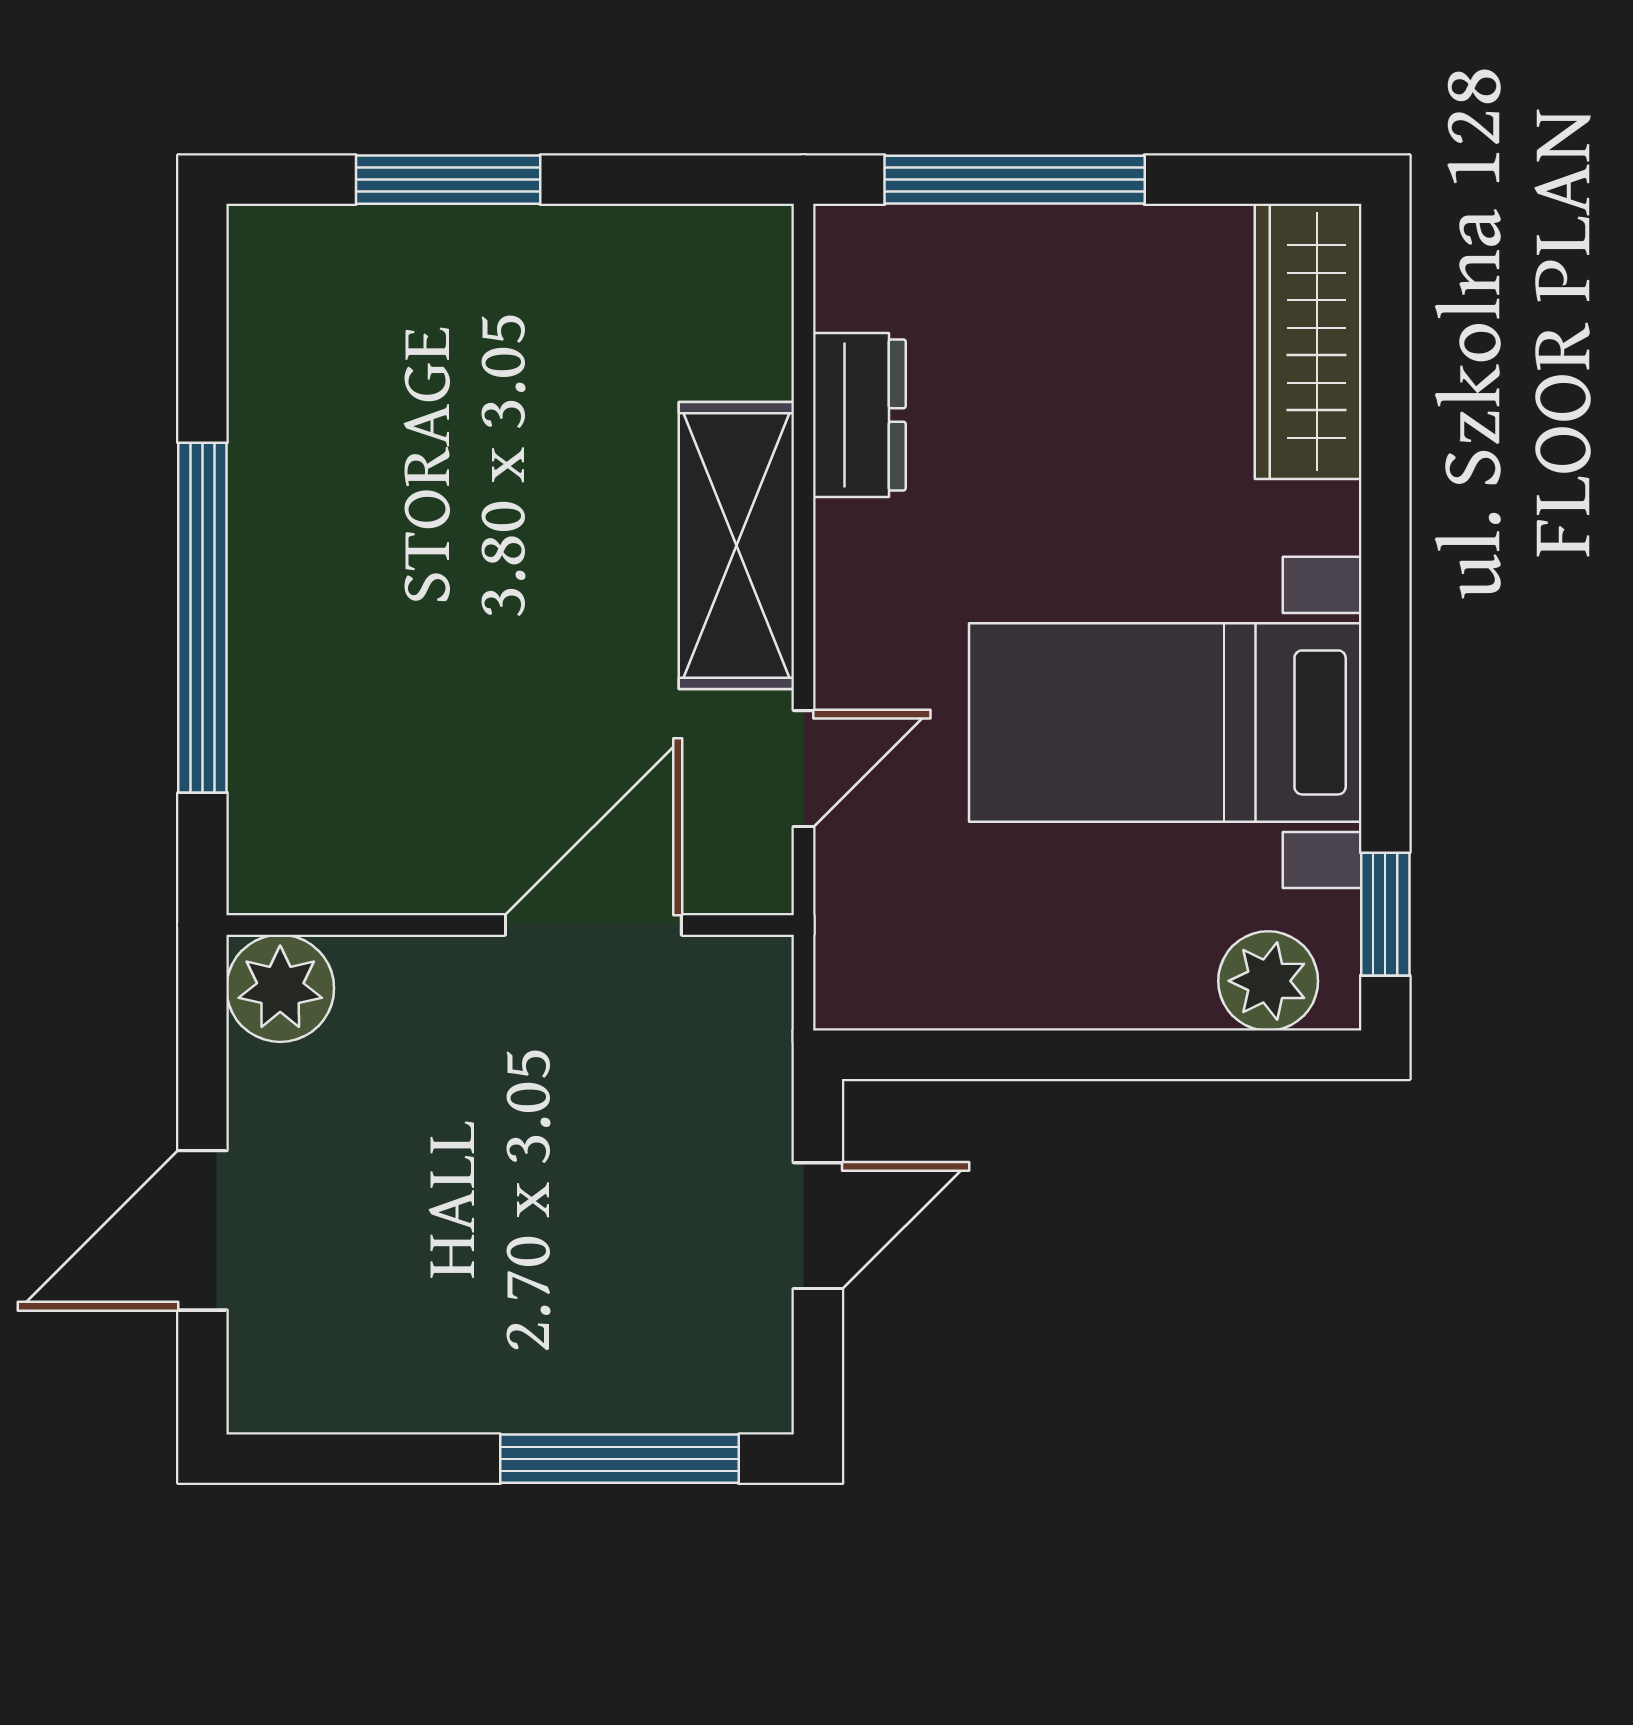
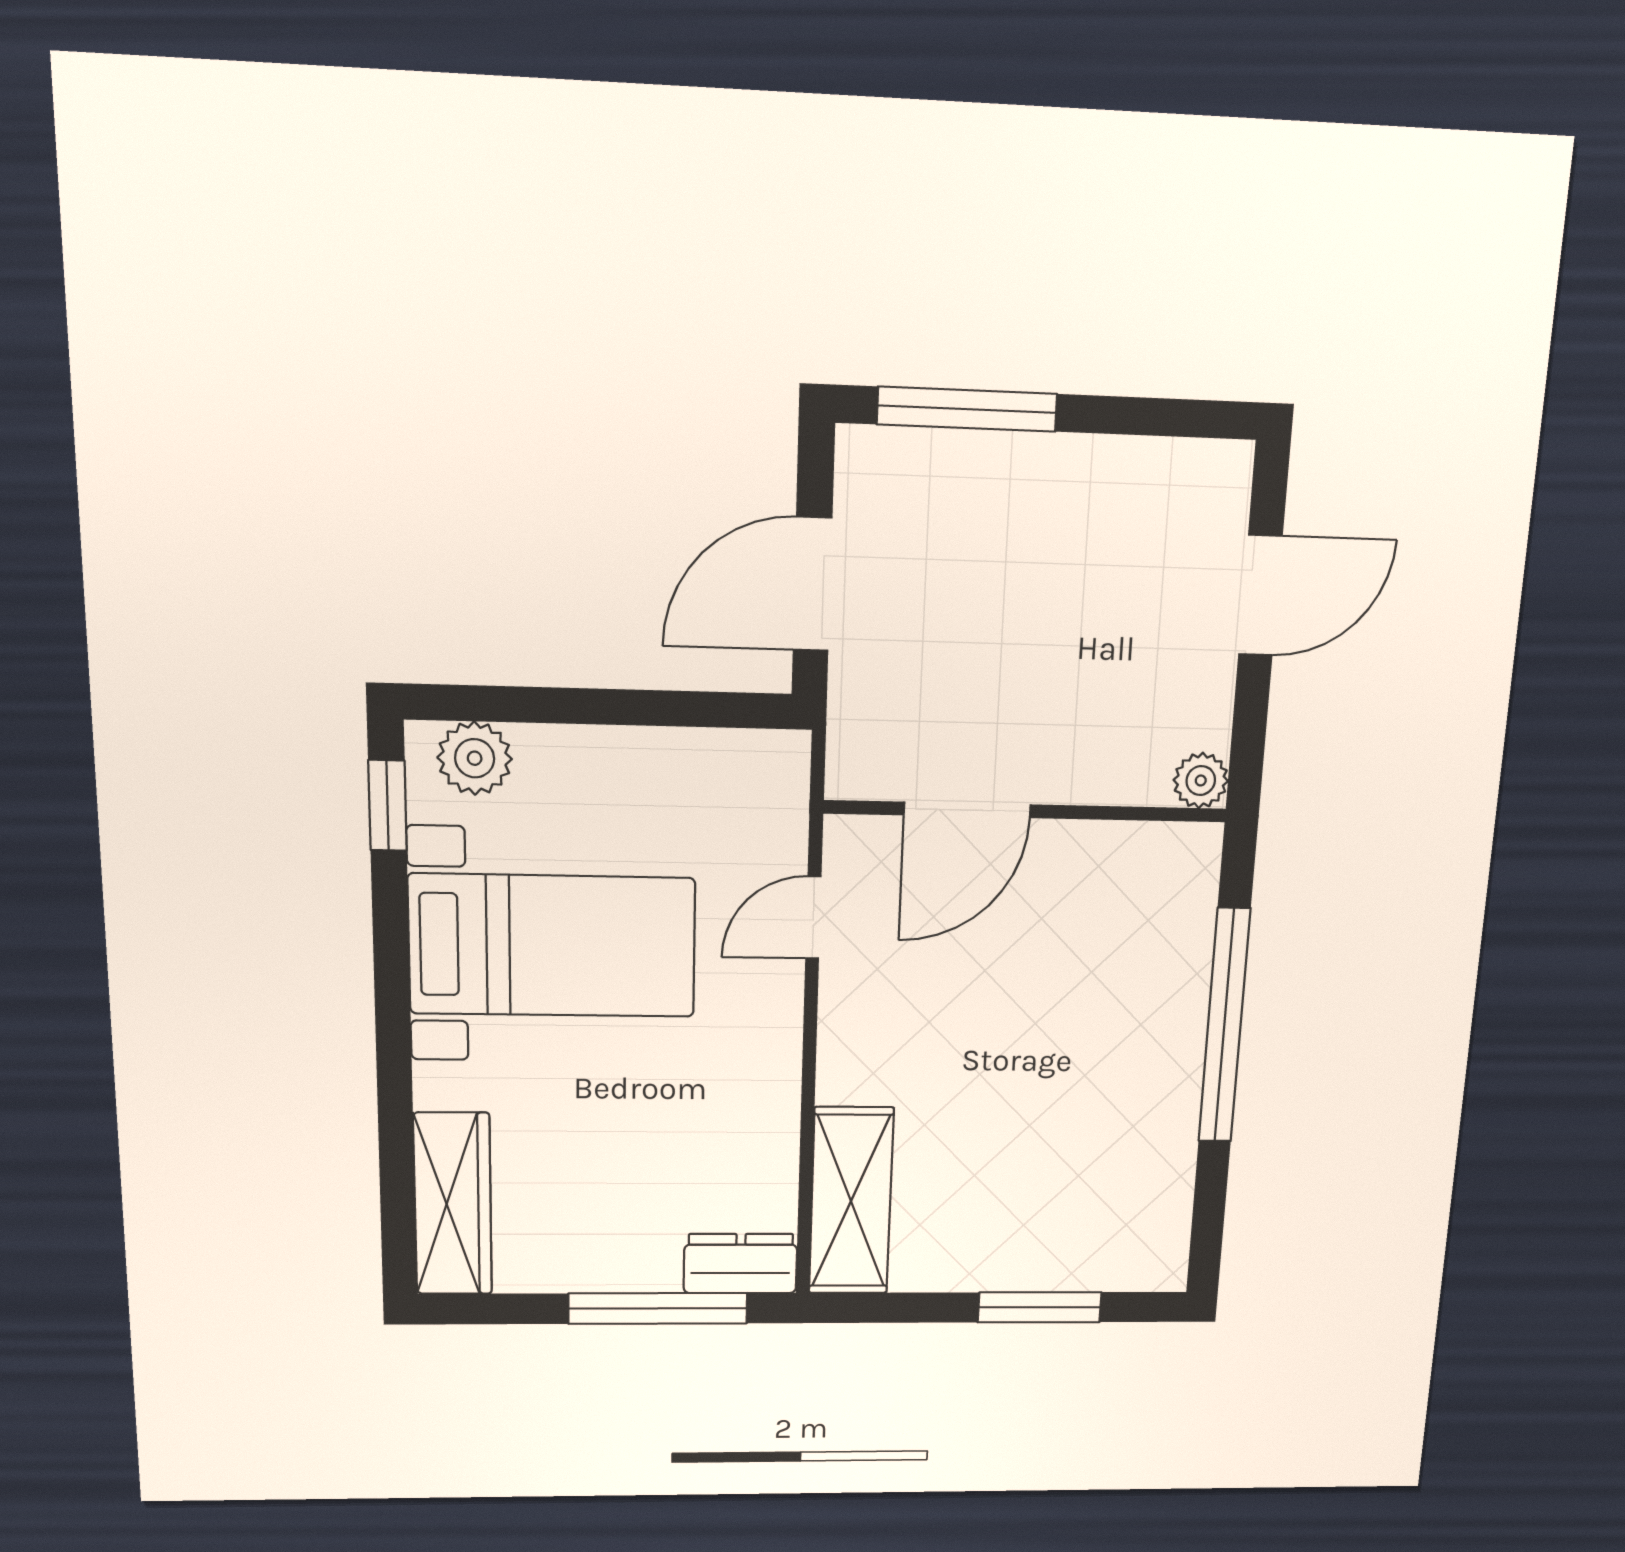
dresser: (859, 415) -> (740, 1264), moved, turned 90
shelving: (736, 545) -> (851, 1201), moved
plant: (280, 988) -> (1201, 780), width x0.73, depth x0.73
door: (818, 1226) -> (812, 584), width x1.38

